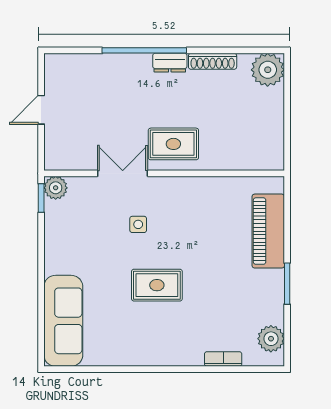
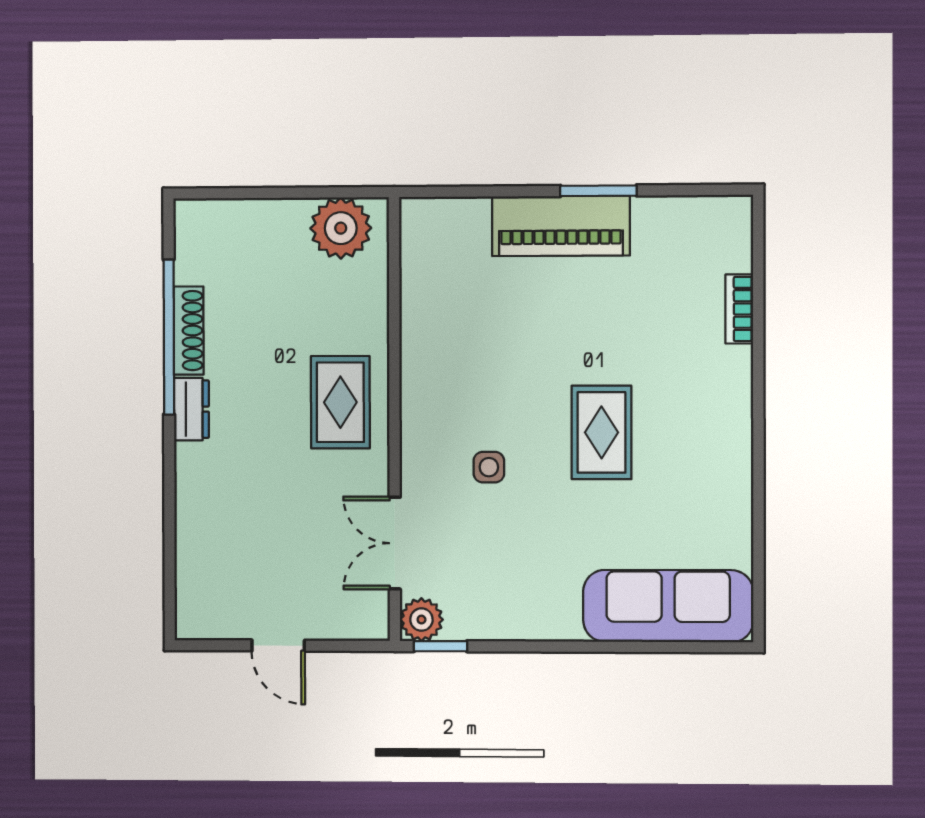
window: (144, 50) -> (169, 337), moved
plant: (268, 70) -> (341, 228), moved
double door: (123, 173) -> (395, 543), moved
piano: (268, 231) -> (561, 226), moved
plant: (271, 339) -> (701, 220), removed

